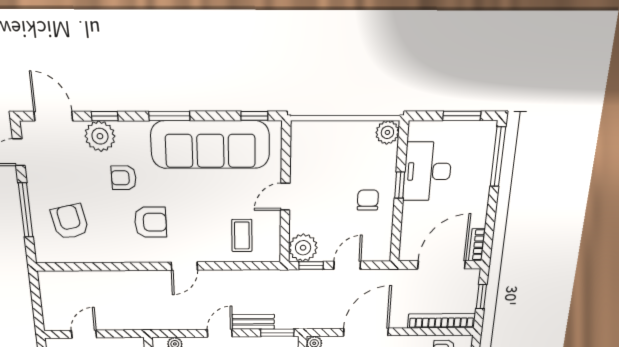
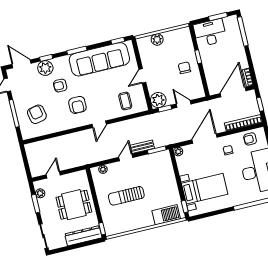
plant: (387, 132) -> (157, 39), moved
desk: (427, 171) -> (210, 33), moved, turned 90
armchair: (150, 222) -> (77, 105), turned 90
door: (347, 265) -> (184, 104), hinge flipped

